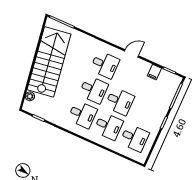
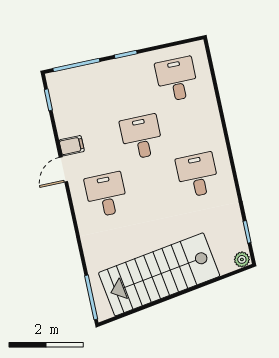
door: (131, 53) -> (63, 169), hinge flipped
filing cabinet: (154, 72) -> (72, 146), moved
desk: (94, 90) -> (152, 185), removed
plant: (30, 96) -> (242, 259), moved
desk: (108, 126) -> (187, 127), removed

